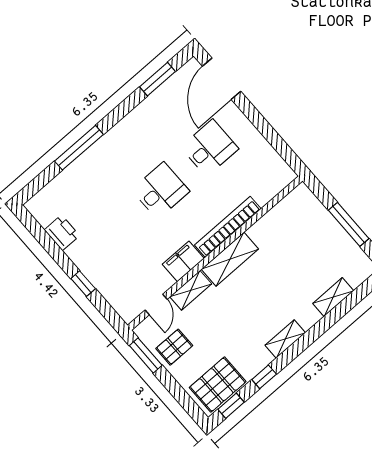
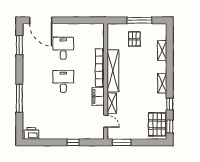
printer: (62, 233) -> (31, 133), moved
shelving: (230, 259) -> (113, 71), width x1.47
pallet: (174, 347) -> (134, 39), moved

